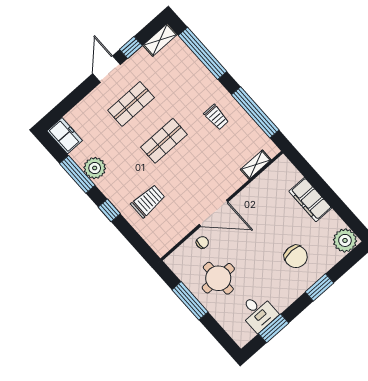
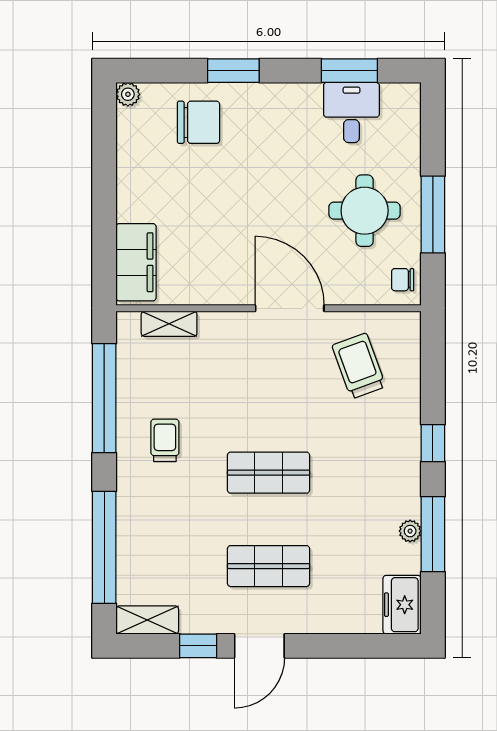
plant: (95, 168) -> (410, 531), width x0.53, depth x0.53
filing cabinet: (310, 200) -> (136, 262), moved
trolley: (148, 201) -> (359, 366), moved, turned 70
plant: (345, 240) -> (128, 94), width x0.53, depth x0.53
chair: (202, 242) -> (403, 280), moved
chair: (296, 256) -> (199, 122), moved, turned 90

